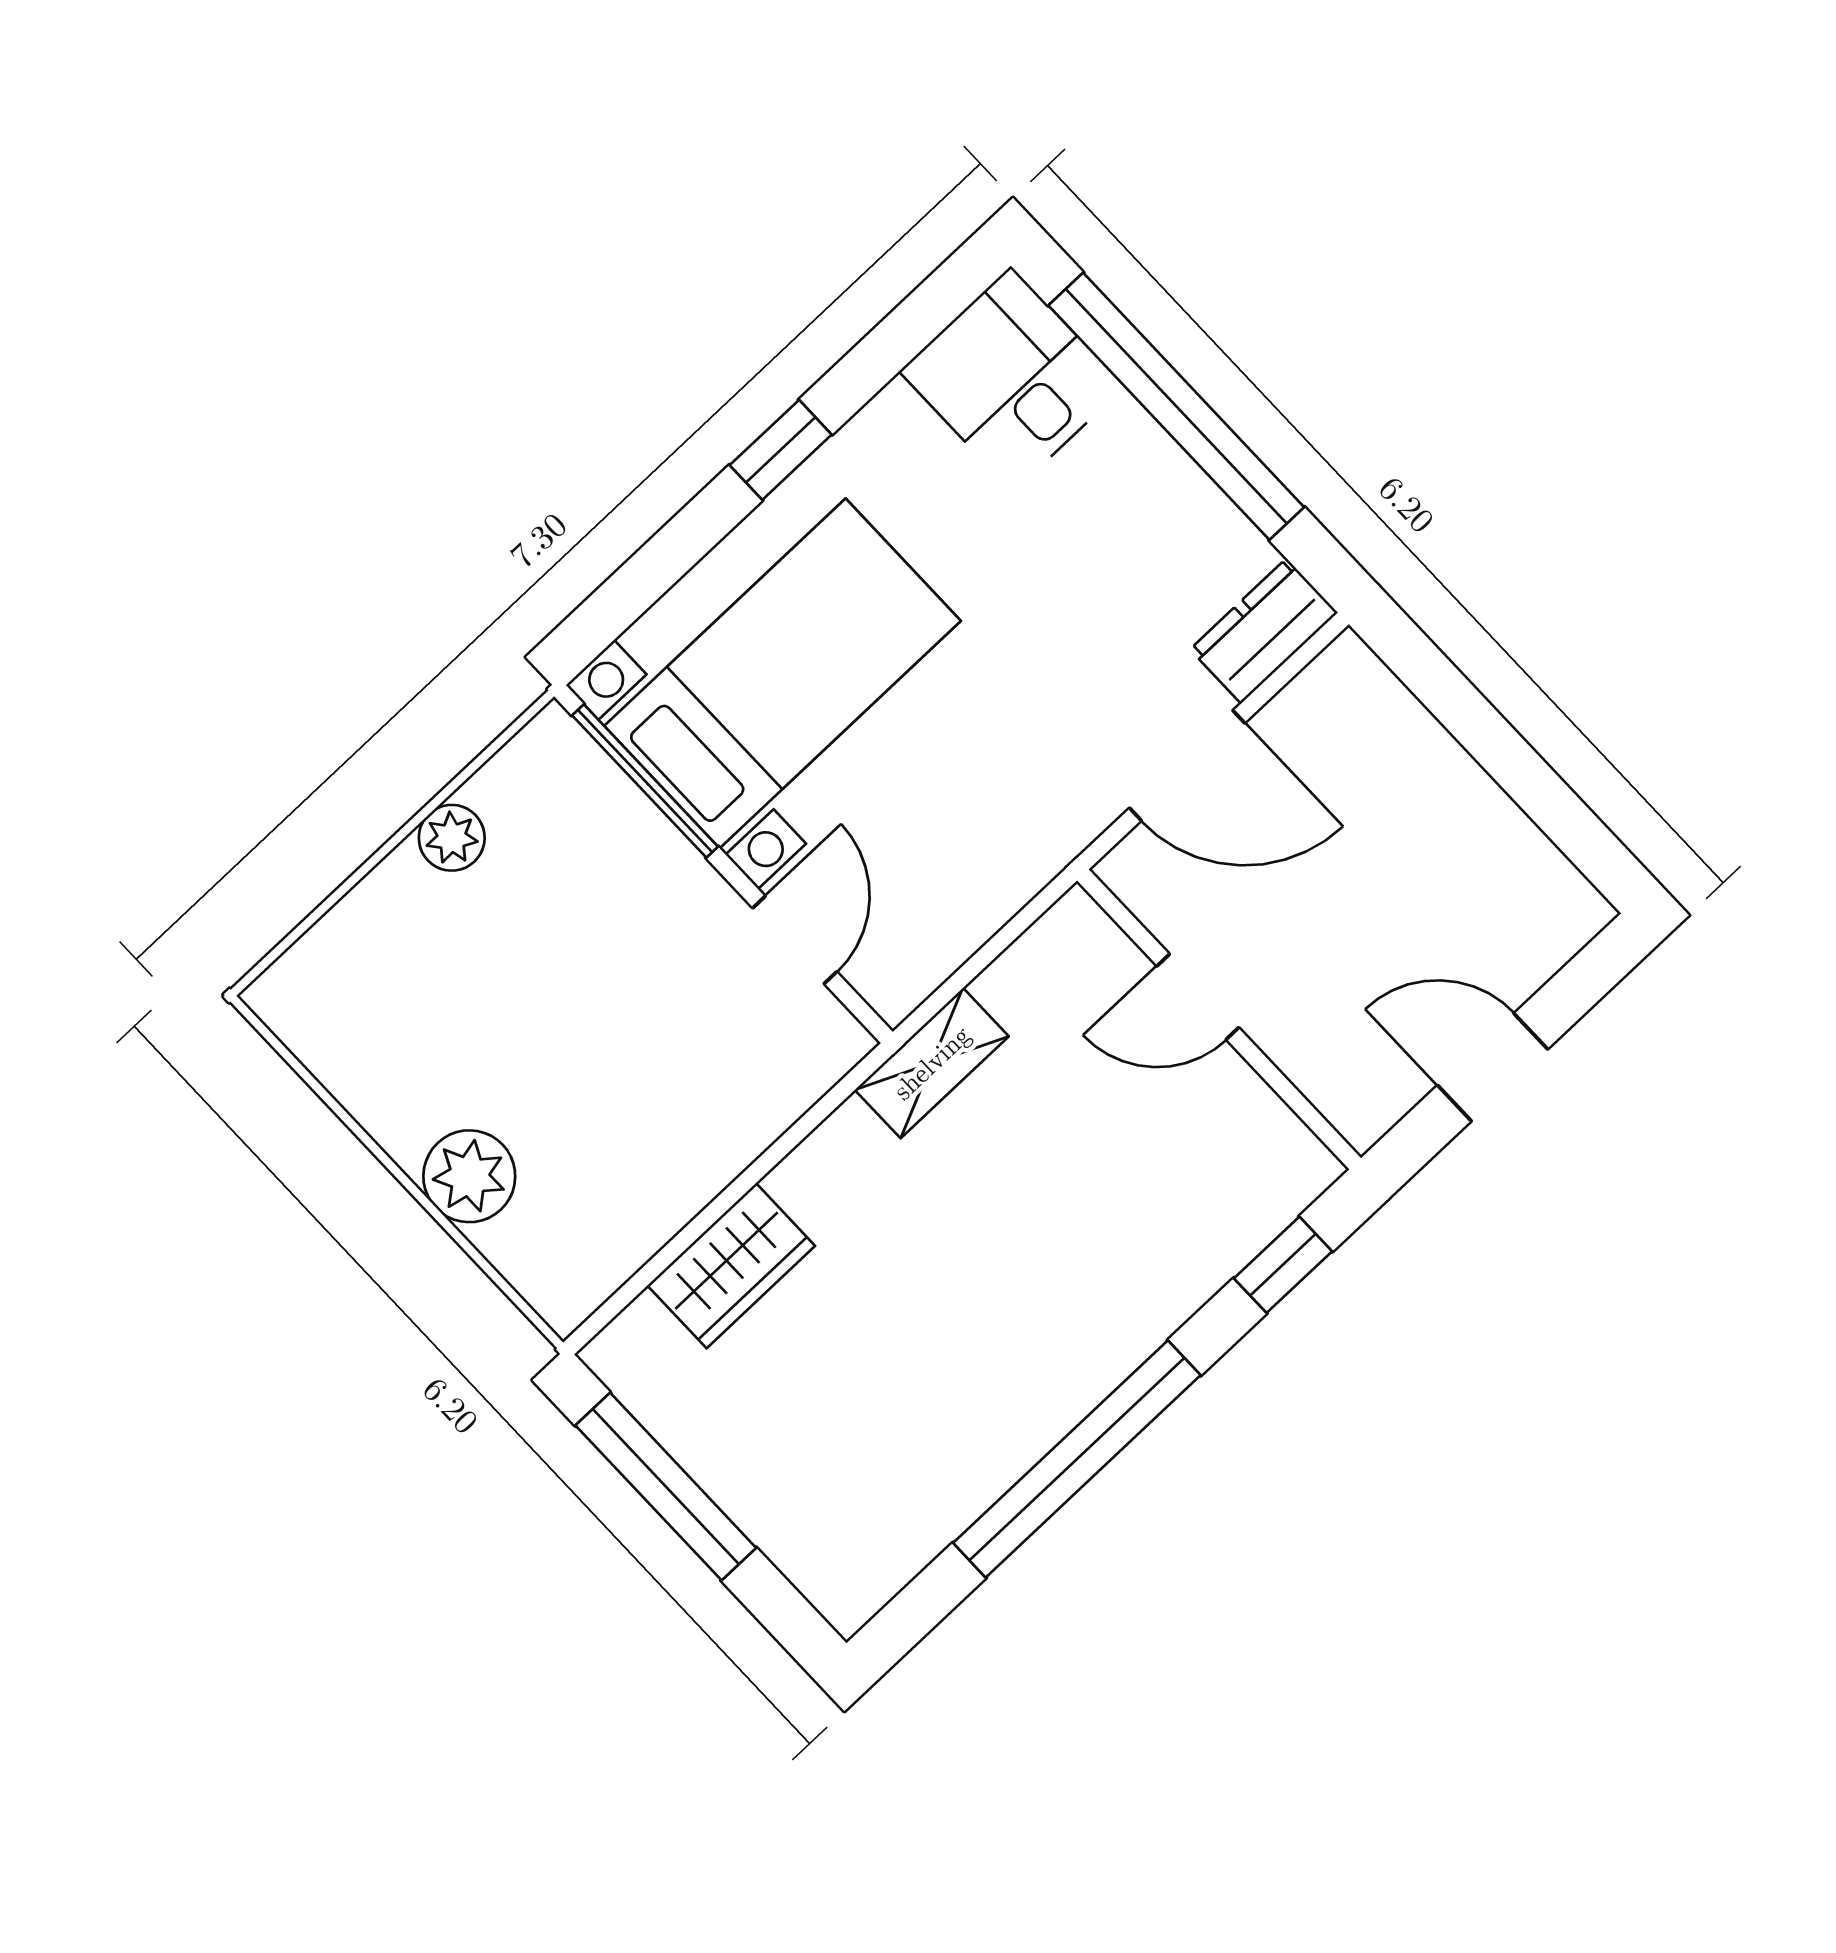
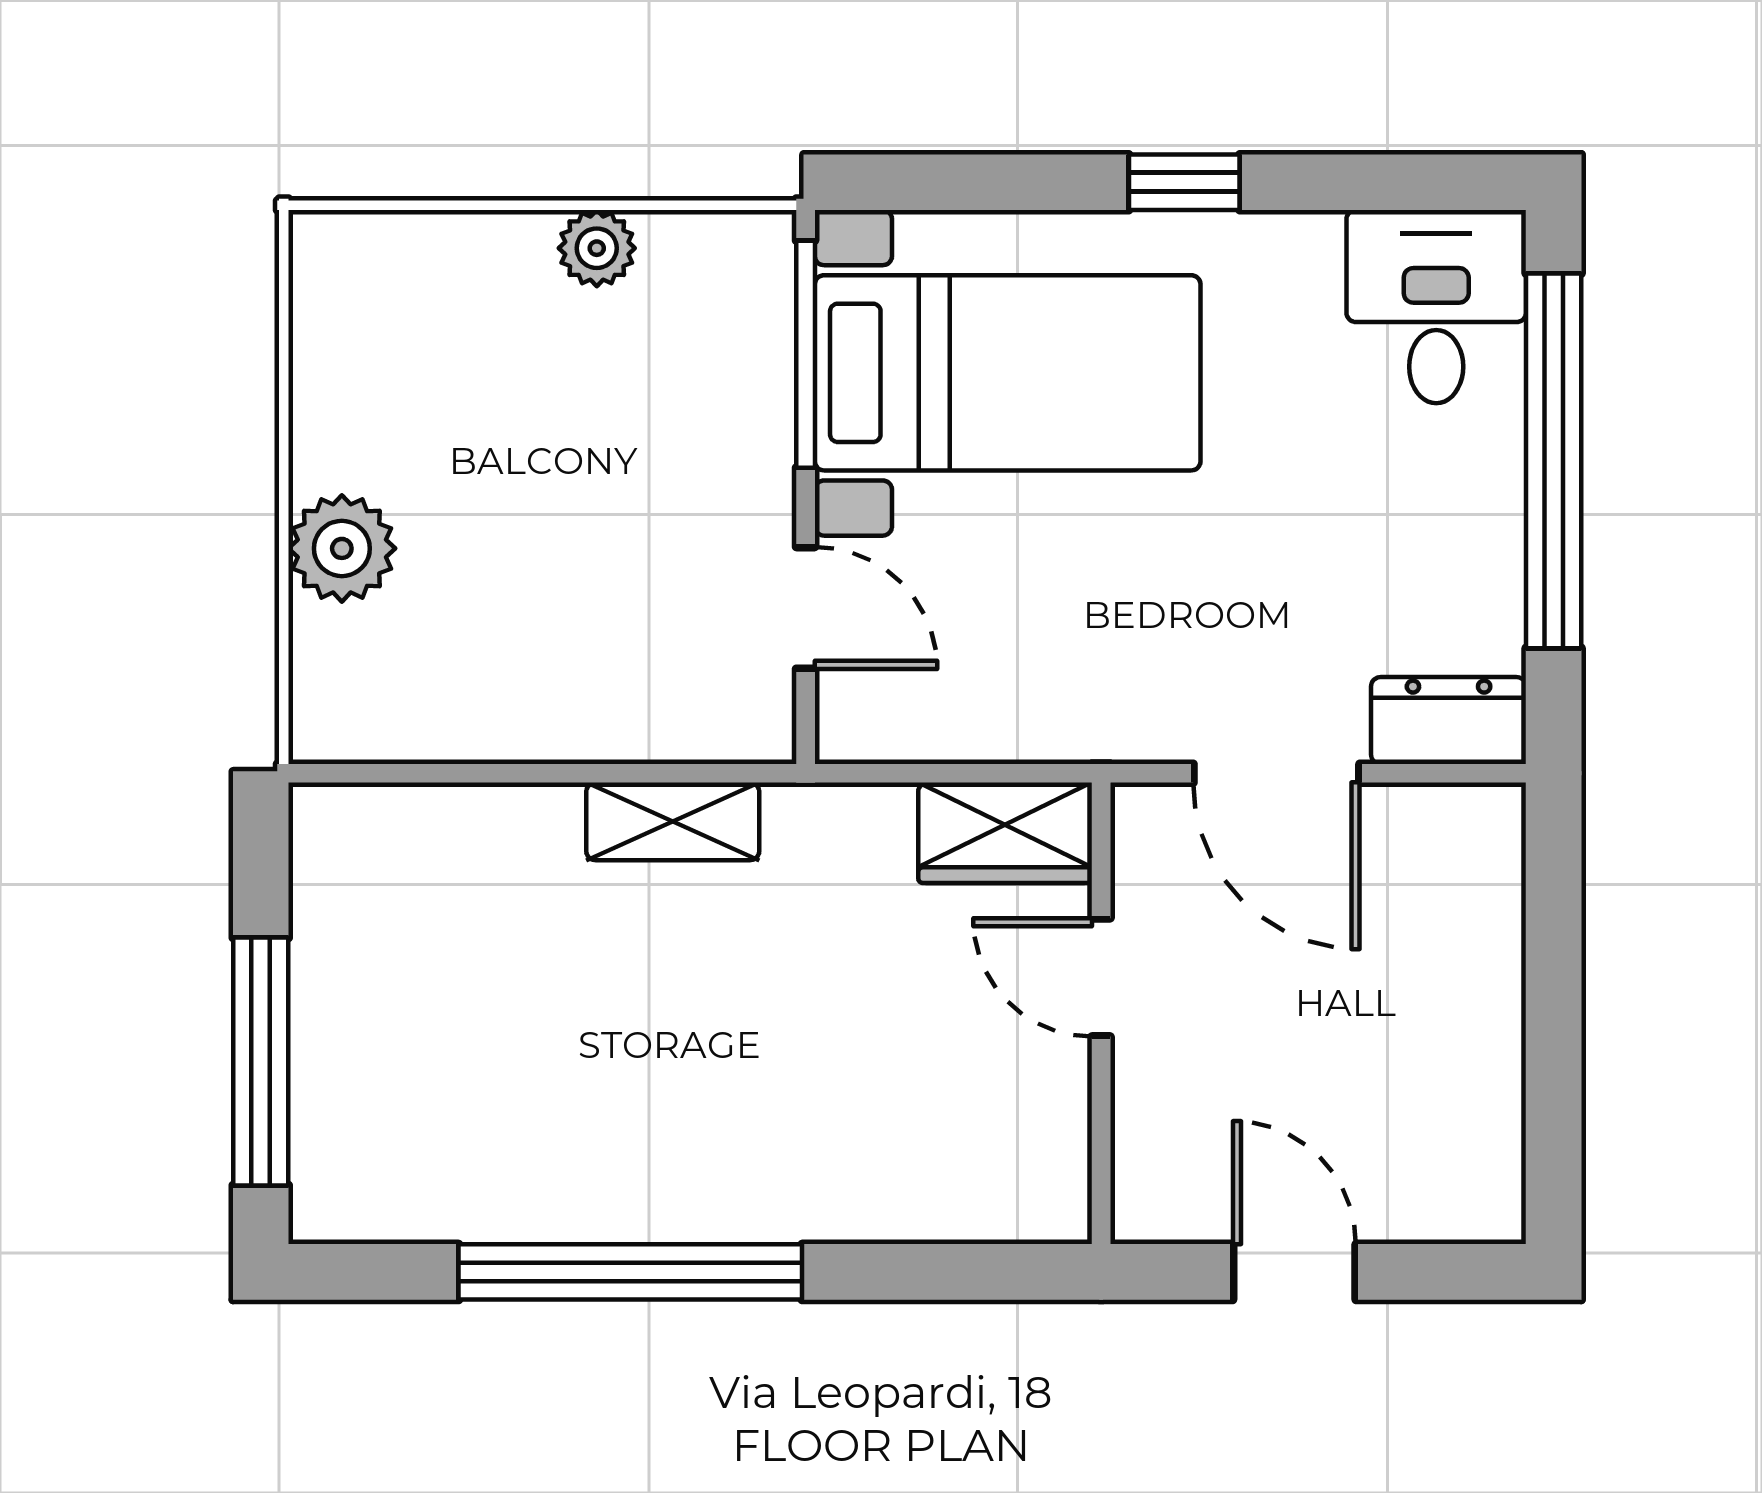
door: (795, 940) -> (806, 608), hinge flipped
shelving: (932, 1063) -> (673, 821), moved
window: (1283, 1265) -> (960, 1272), removed
wardrobe: (731, 1266) -> (1005, 833), moved
window: (666, 1487) -> (261, 1061), moved

